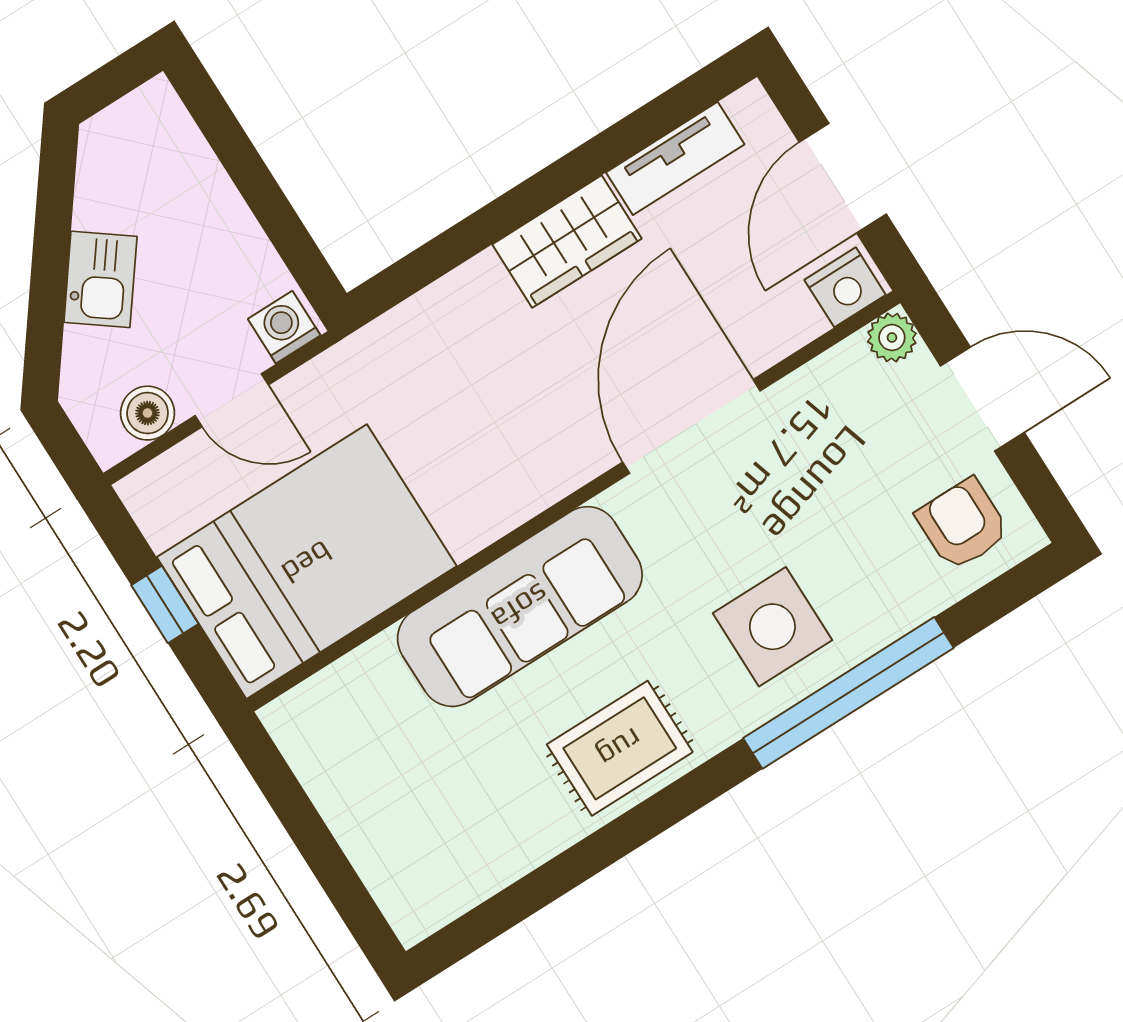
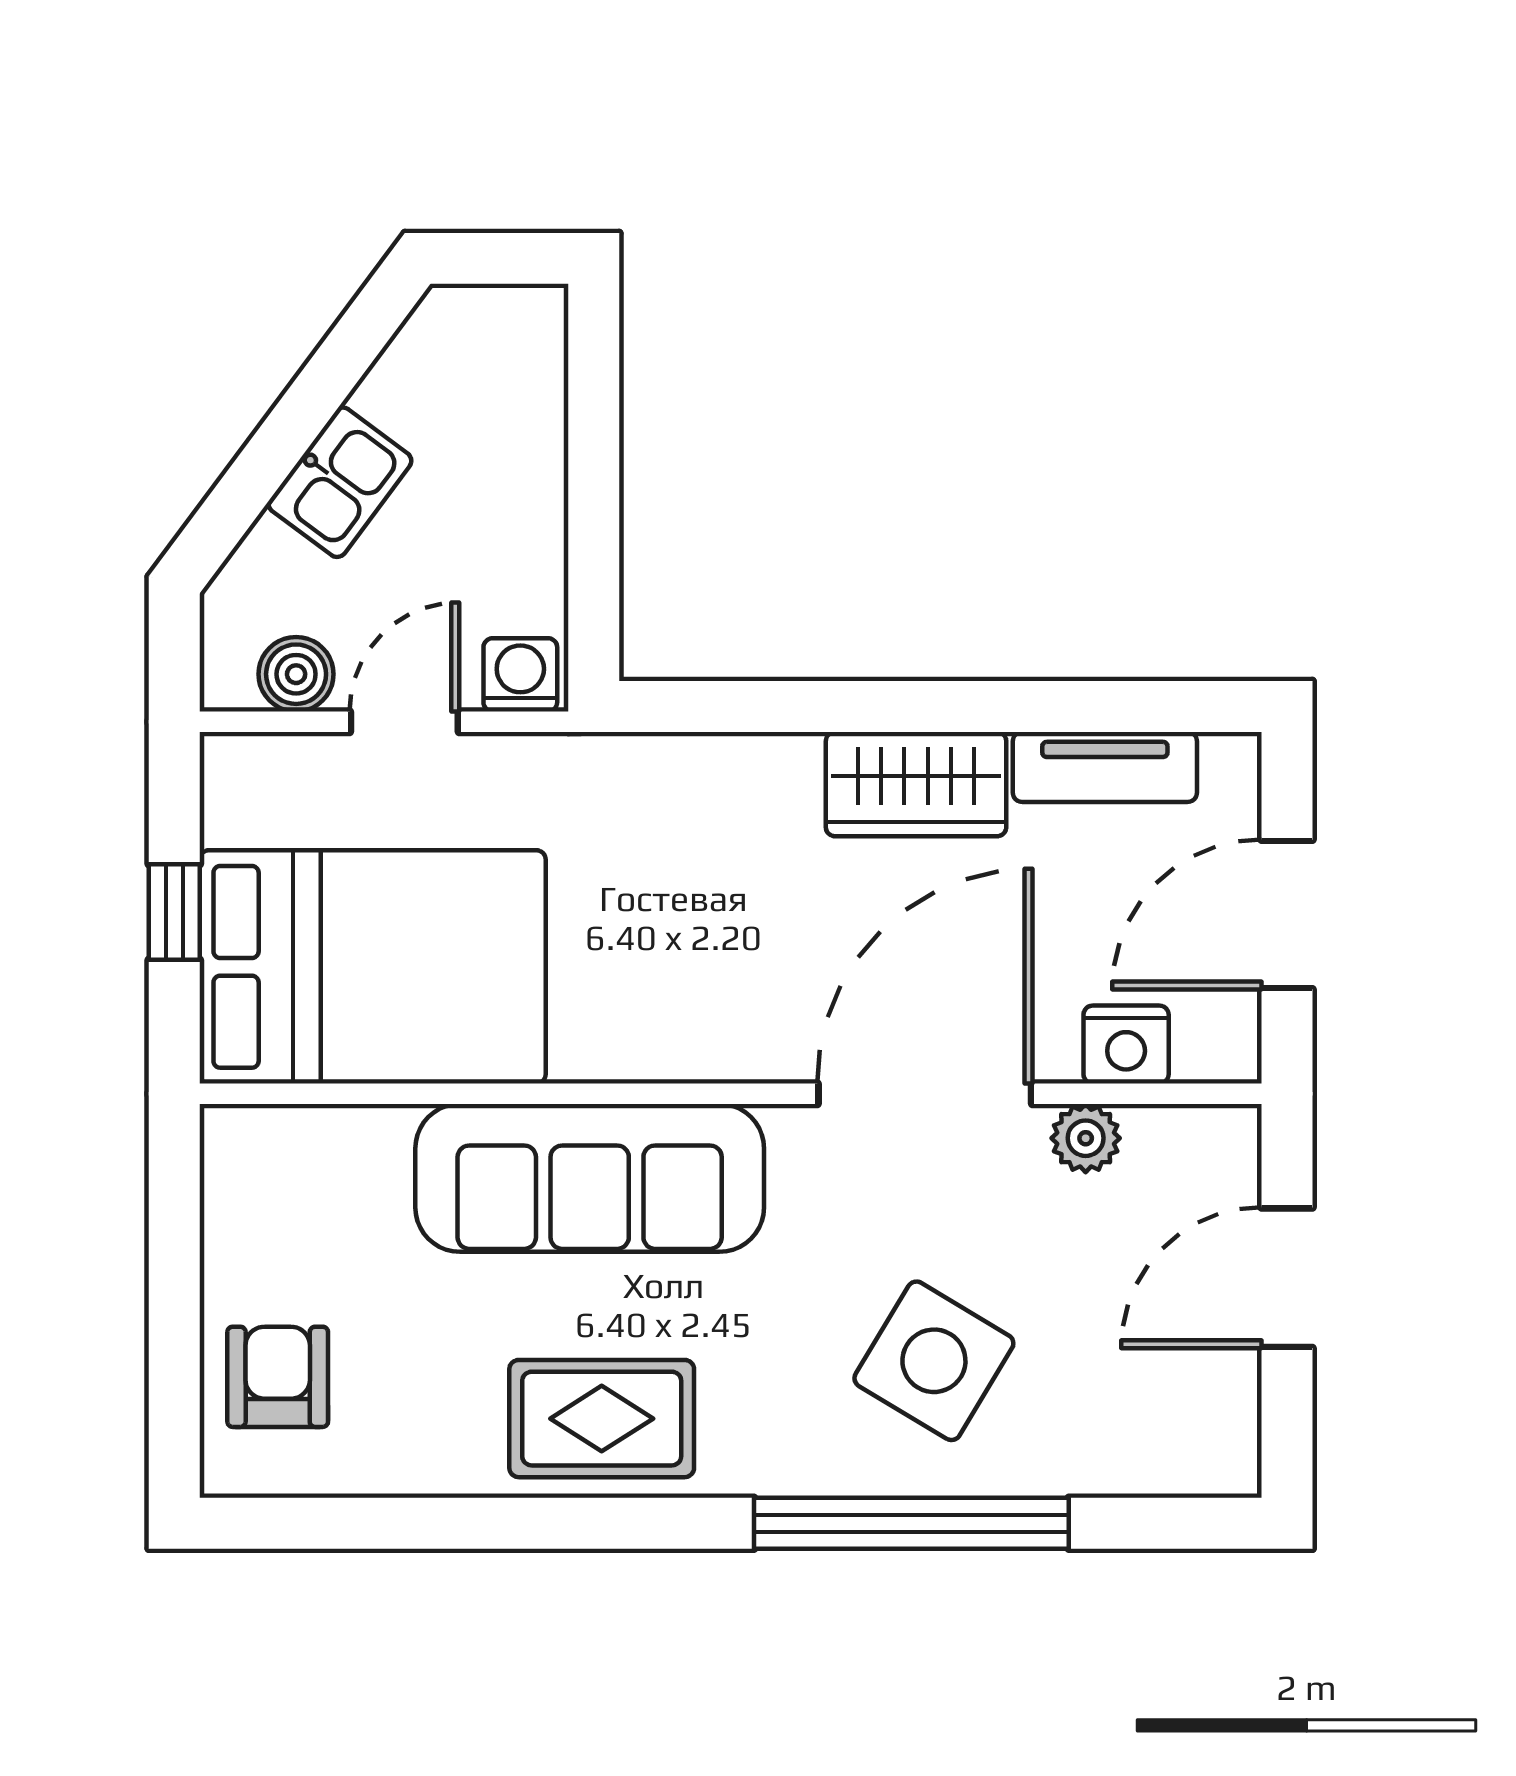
nightstand: (845, 287) -> (1126, 1045), moved
plant: (892, 337) -> (1086, 1138), moved
door: (982, 399) -> (1287, 1278), swing flipped
door: (232, 400) -> (404, 722), swing flipped
armchair: (963, 524) -> (278, 1377), moved
side table: (772, 627) -> (934, 1361), moved, turned 31

